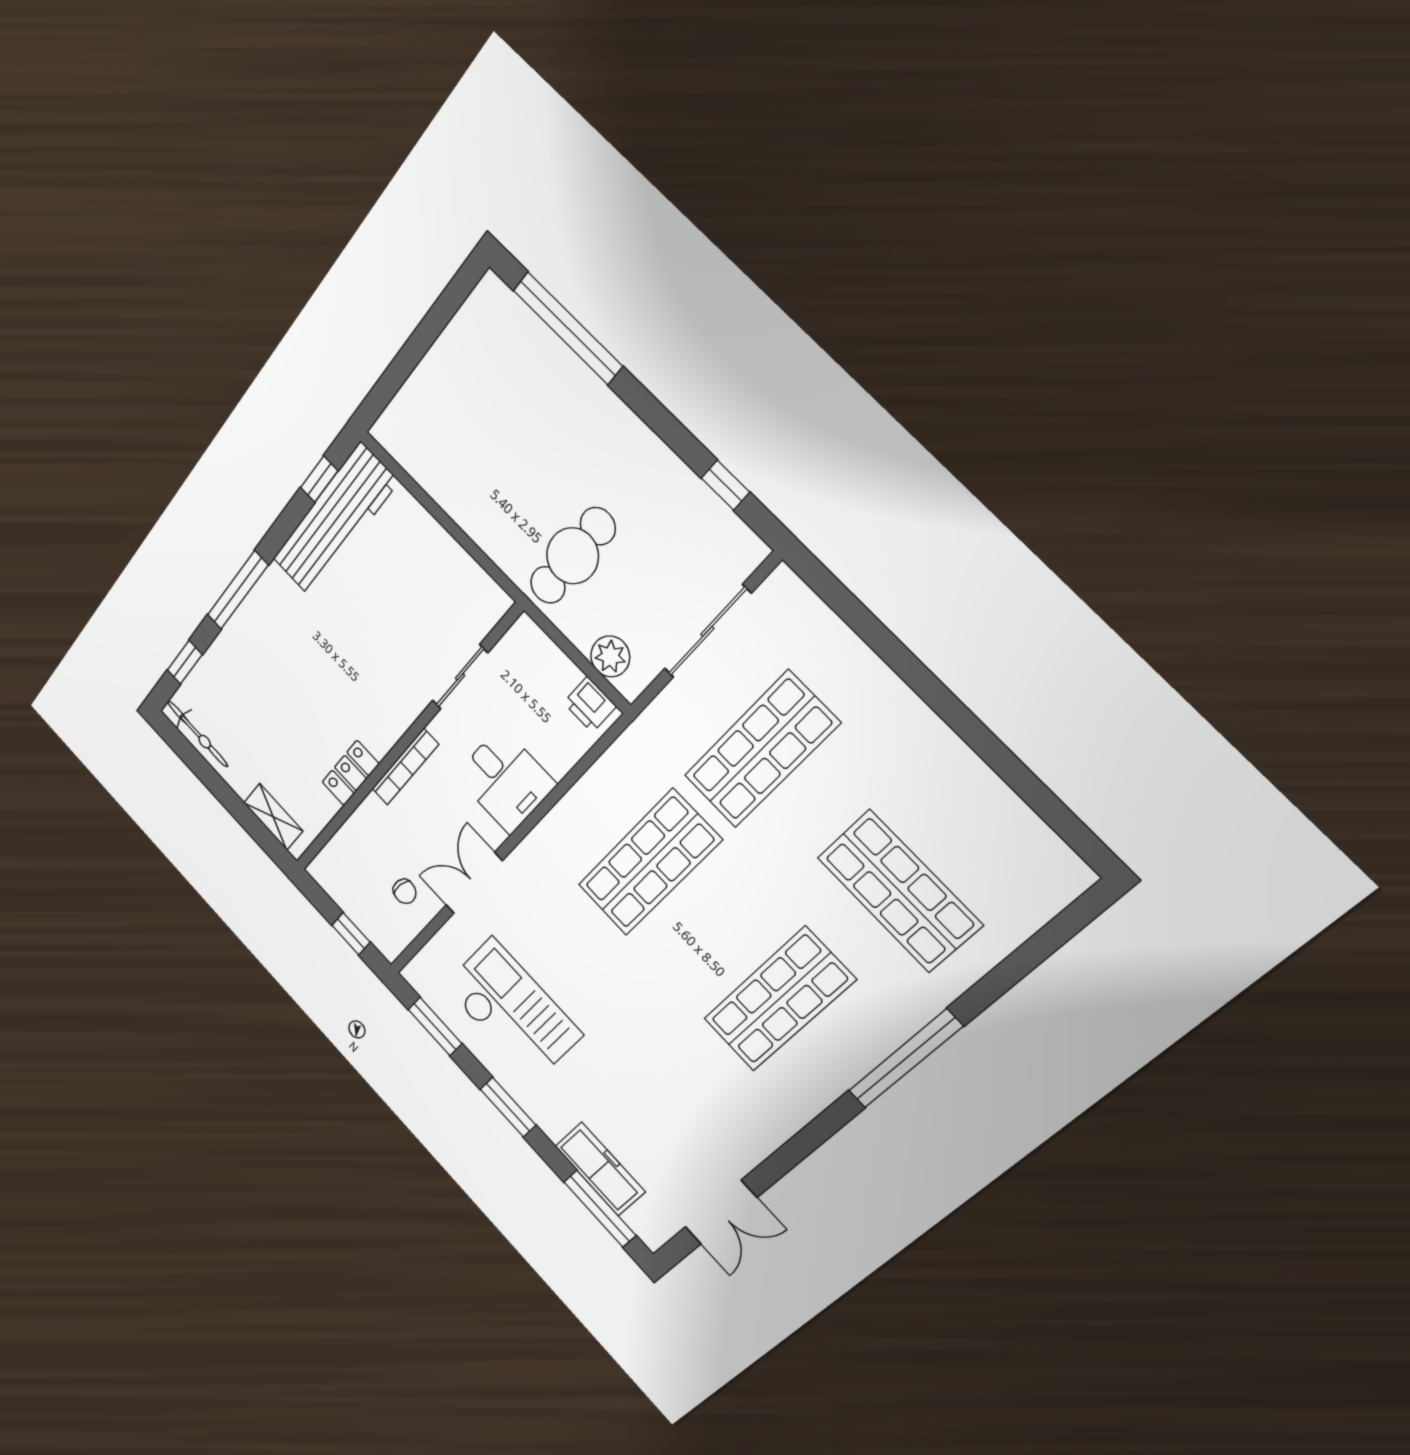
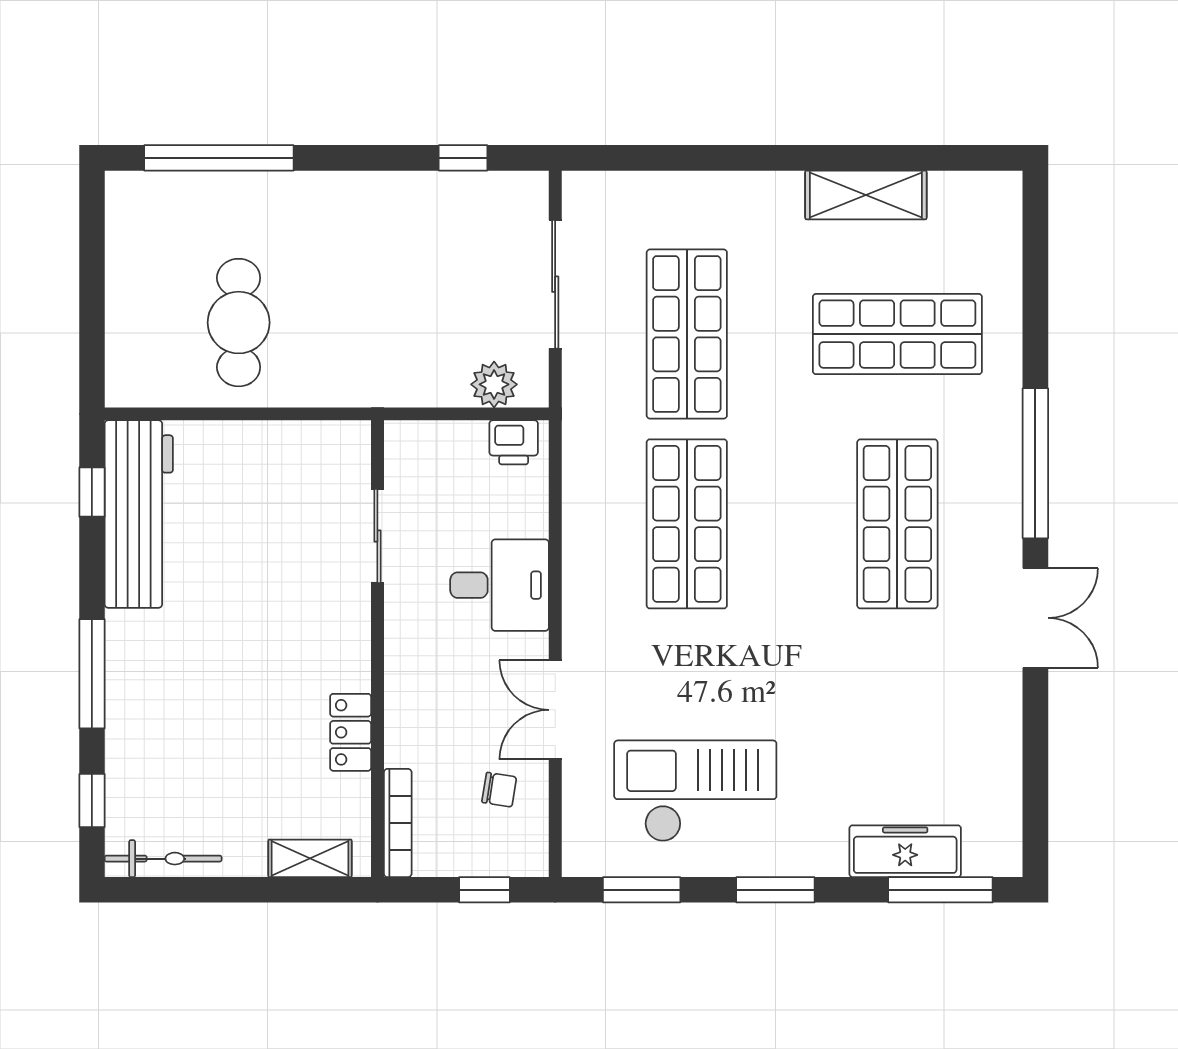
cafe table: (573, 556) -> (239, 323), moved
bookcase: (405, 767) -> (398, 823), moved
shelving: (973, 783) -> (866, 195), added
double door: (721, 1212) -> (1035, 618), moved

